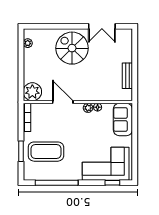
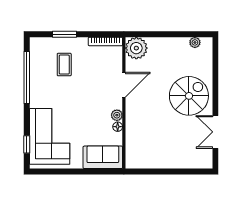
bench: (127, 76) -> (156, 163), removed
coffee table: (46, 152) -> (64, 65), width x0.54, depth x0.58

